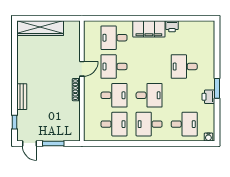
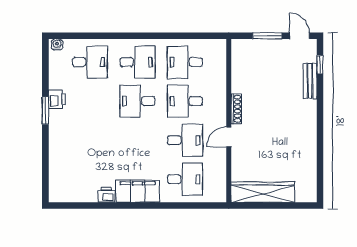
wardrobe: (40, 28) -> (263, 192), moved
desk: (184, 67) -> (90, 140), removed
bench: (22, 97) -> (310, 81), moved
desk: (184, 124) -> (90, 62), turned 180

